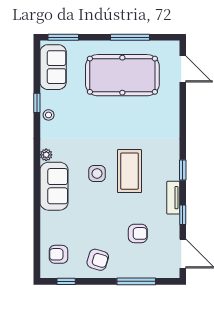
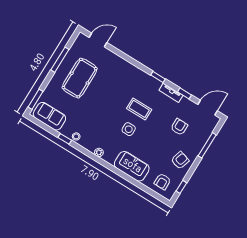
pool table: (122, 75) -> (80, 78), width x0.73, depth x0.76
coffee table: (129, 171) -> (139, 109), width x0.73, depth x0.76
sofa: (54, 186) -> (132, 166), moved

